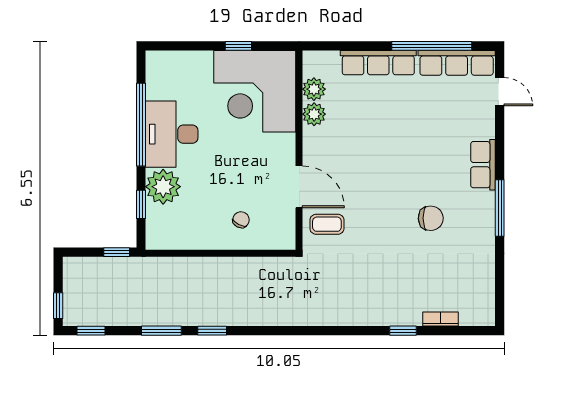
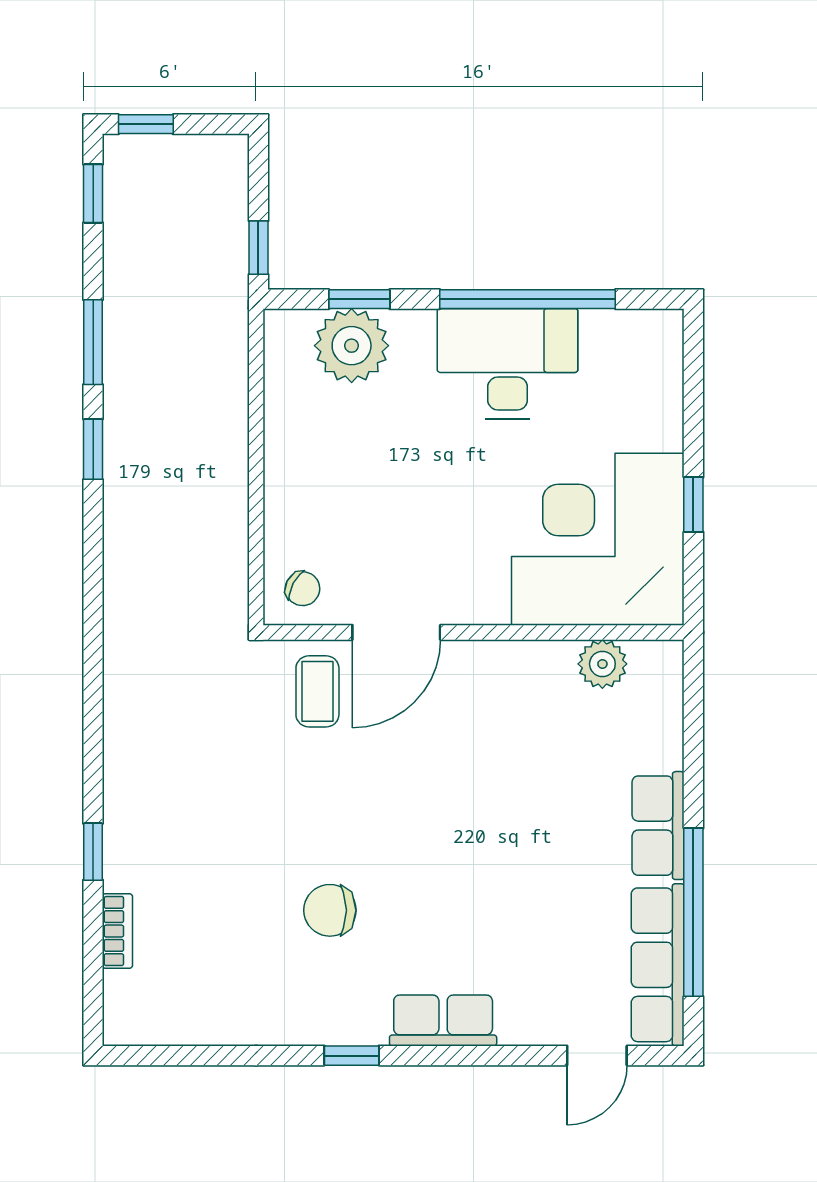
row of seats: (378, 63) -> (658, 826), width x0.68
plant: (314, 114) -> (550, 664), removed
plant: (163, 187) -> (352, 346), moved
window: (500, 208) -> (352, 1056), width x0.46
chair: (431, 218) -> (330, 910), turned 91
chair: (241, 220) -> (303, 589), moved

